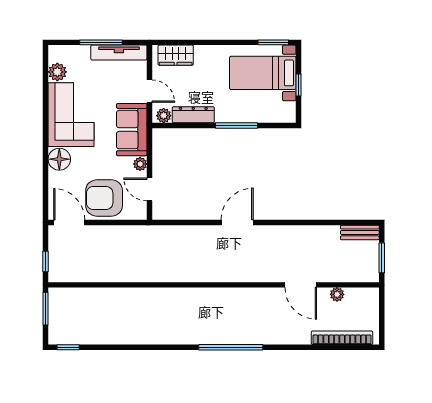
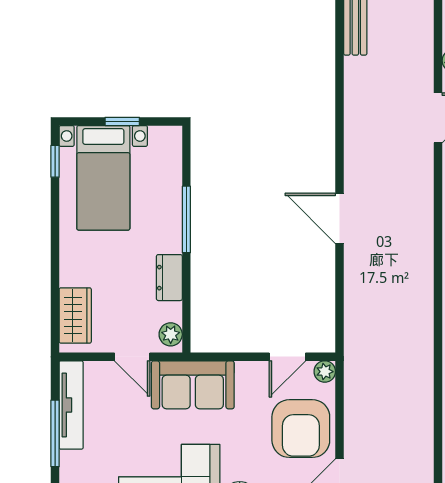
window: (273, 42) -> (55, 161), width x0.67
door: (150, 91) -> (132, 357), swing flipped
dresser: (193, 115) -> (169, 278), width x0.70
plant: (140, 164) -> (325, 372), moved

